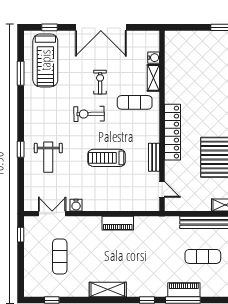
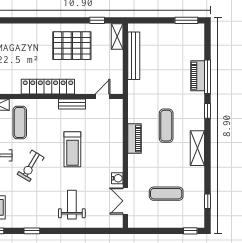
exercise bike: (89, 114) -> (31, 166), turned 32
window: (21, 149) -> (32, 231), moved
weight bench: (48, 157) -> (72, 205), turned -90
window: (21, 235) -> (190, 231), moved
exercise mat: (203, 256) -> (166, 126), moved

